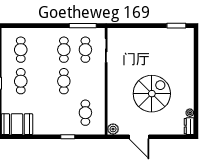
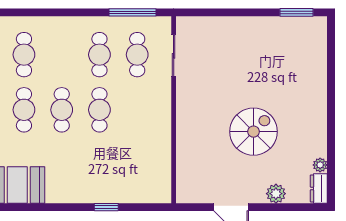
spiral stairs: (152, 94) -> (253, 132), width x0.73, depth x0.73
cafe table: (85, 113) -> (62, 110), moved
plant: (113, 129) -> (276, 194), moved

